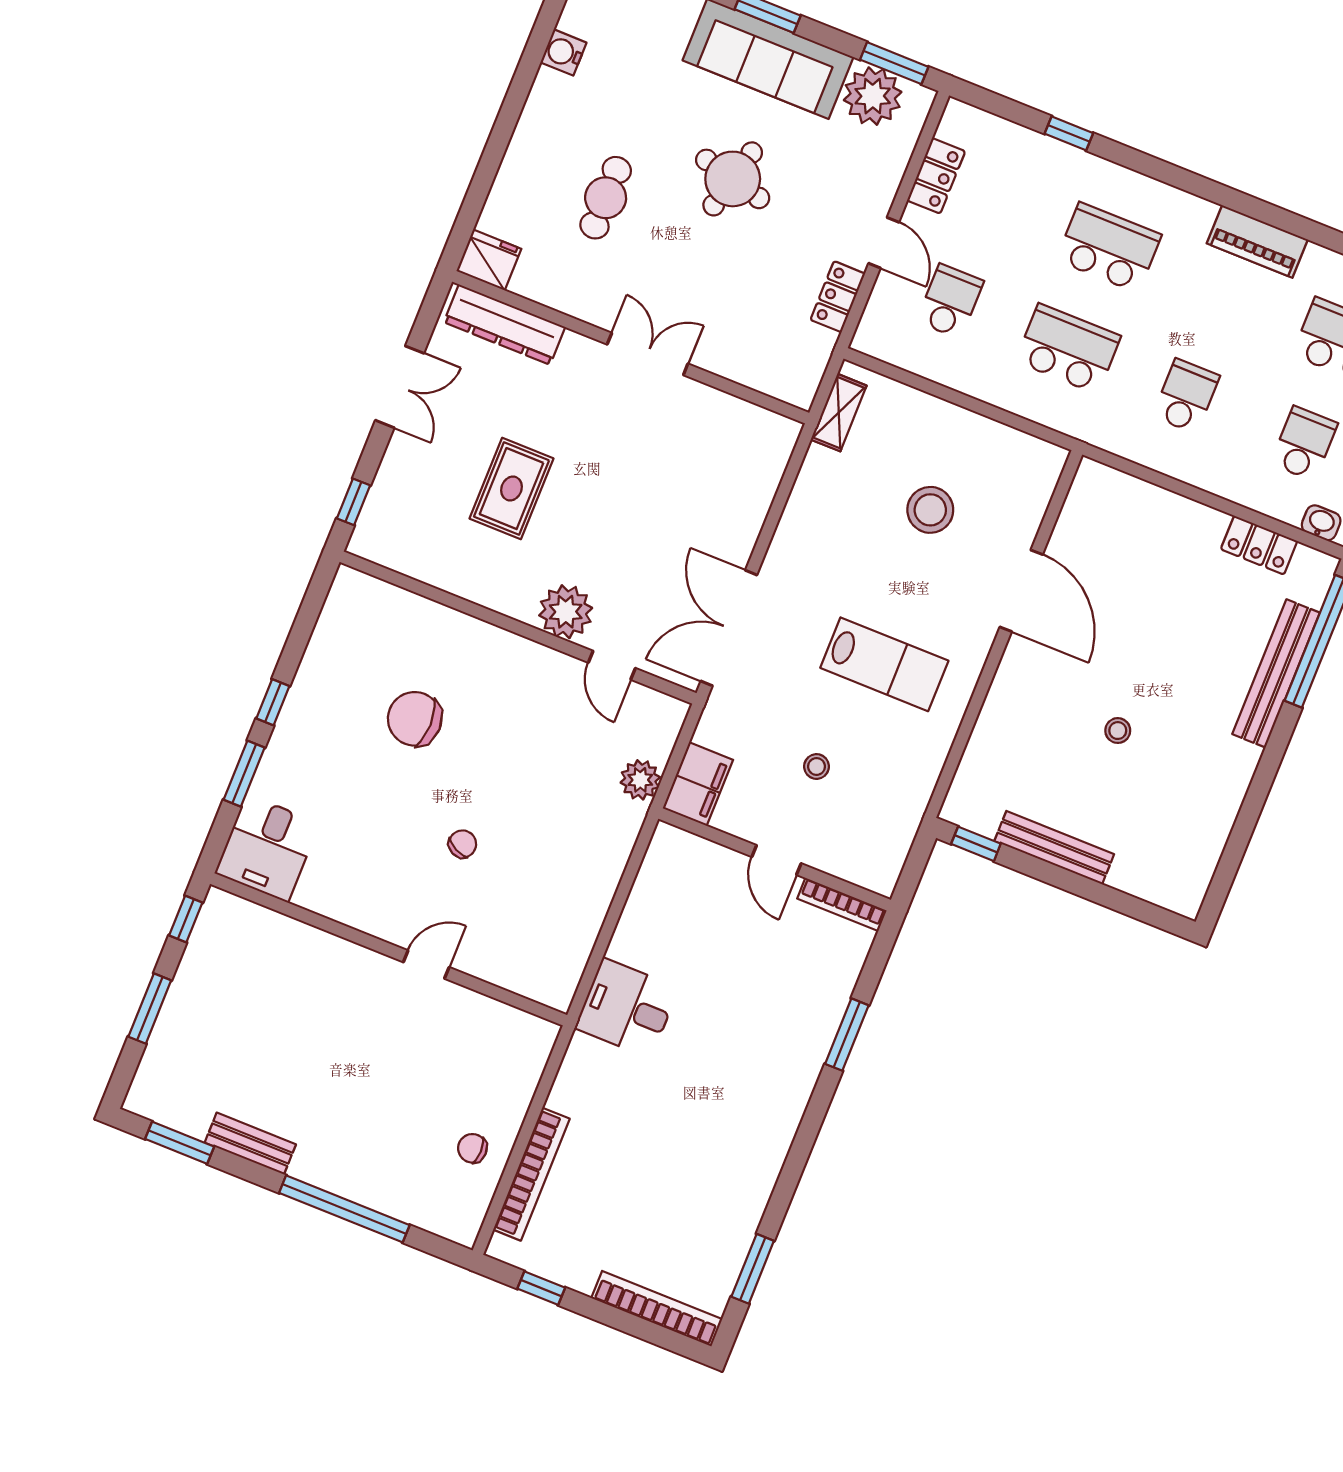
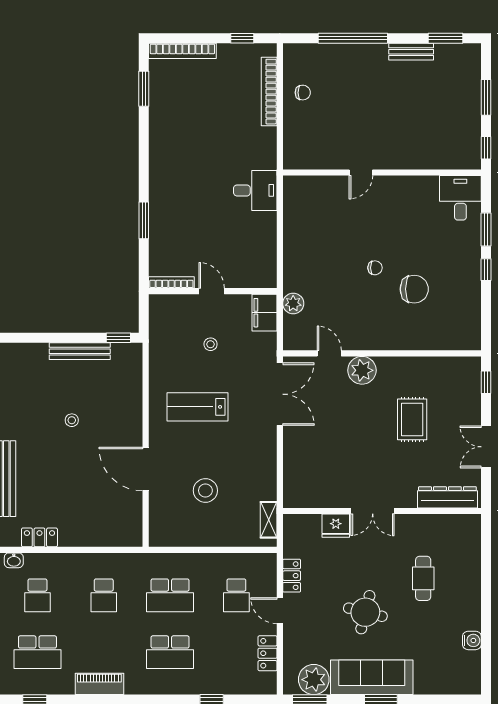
fridge: (489, 260) -> (336, 526), moved
chair: (462, 844) -> (375, 268), moved, turned -116

